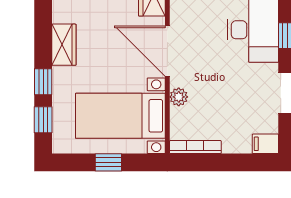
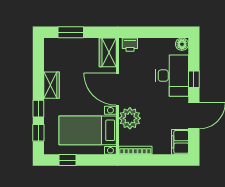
plant: (179, 97) -> (130, 118), width x1.88, depth x1.88
filing cabinet: (265, 144) -> (180, 142), width x2.00
window: (108, 162) -> (68, 160), moved

